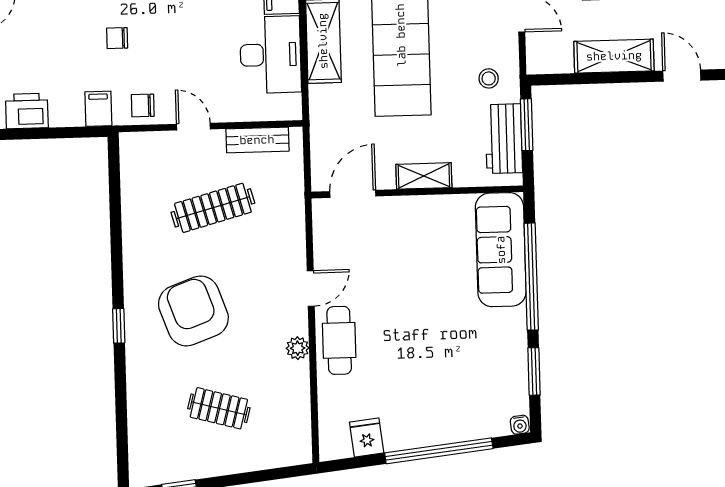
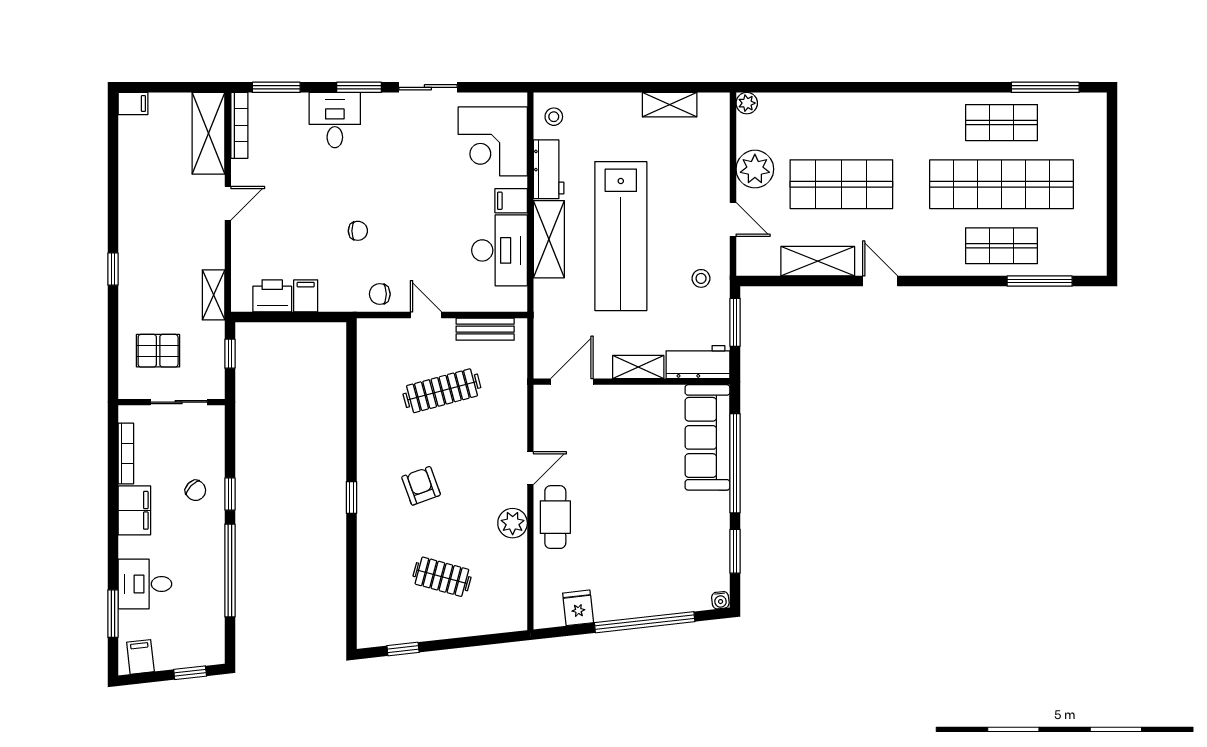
chair: (117, 38) -> (358, 231), turned 180
filing cabinet: (98, 109) -> (306, 296), moved
workbench: (504, 139) -> (698, 362), moved, turned 90
armchair: (193, 311) -> (421, 486), width x0.53, depth x0.53
plant: (298, 348) -> (513, 523), width x1.38, depth x1.38

